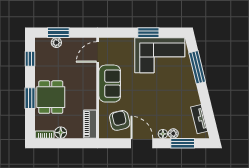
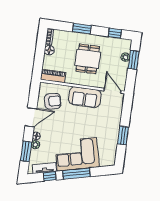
corner sofa: (160, 55) -> (77, 154), moved, turned 76
window: (197, 67) -> (76, 174), moved
dining table: (51, 97) -> (88, 59), moved, turned 90
window: (208, 112) -> (50, 176), added

